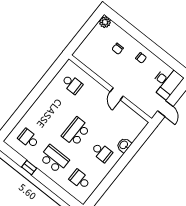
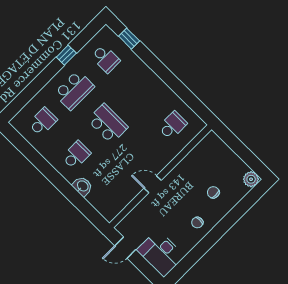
school desk: (72, 84) -> (173, 125), turned 180
window: (12, 123) -> (129, 39), added
school desk: (29, 139) -> (106, 59), turned 90
school desk: (102, 152) -> (76, 155), turned 180

